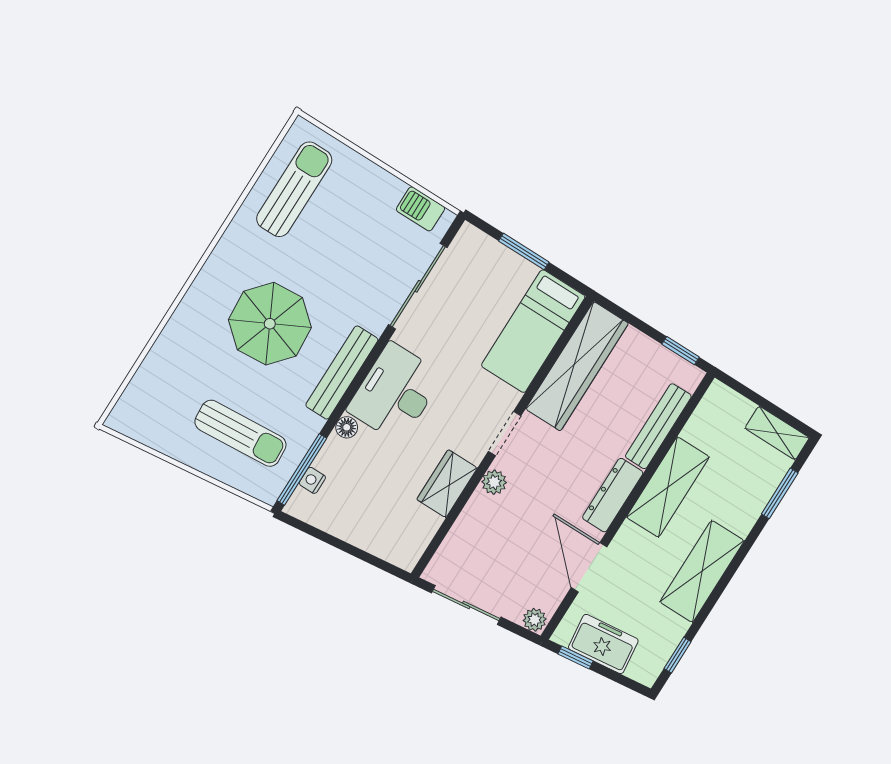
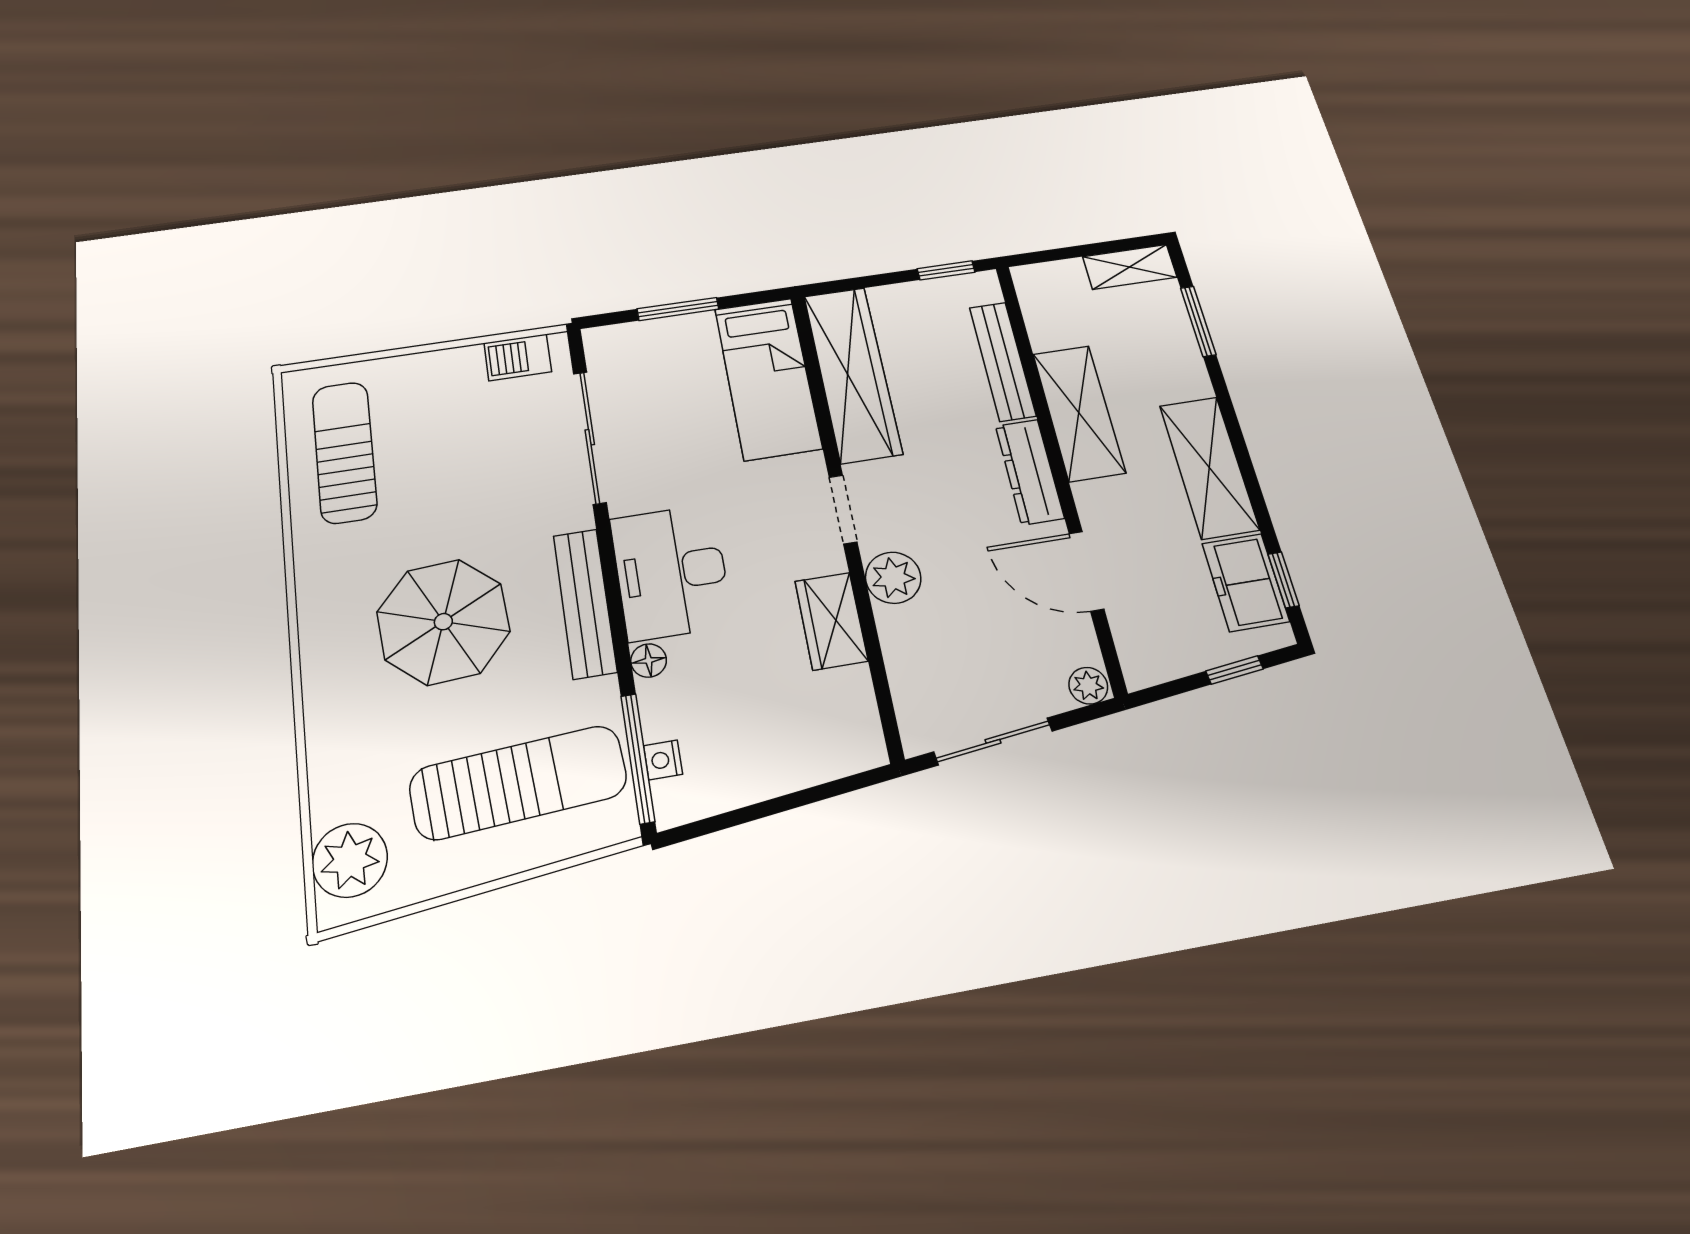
plant: (140, 404) -> (350, 860), added
sun lounger: (240, 433) -> (518, 782), width x1.36, depth x1.34
plant: (494, 482) -> (893, 578), width x1.38, depth x1.38
freezer: (603, 644) -> (1246, 582), moved, turned -83
window: (576, 658) -> (1234, 670), moved

